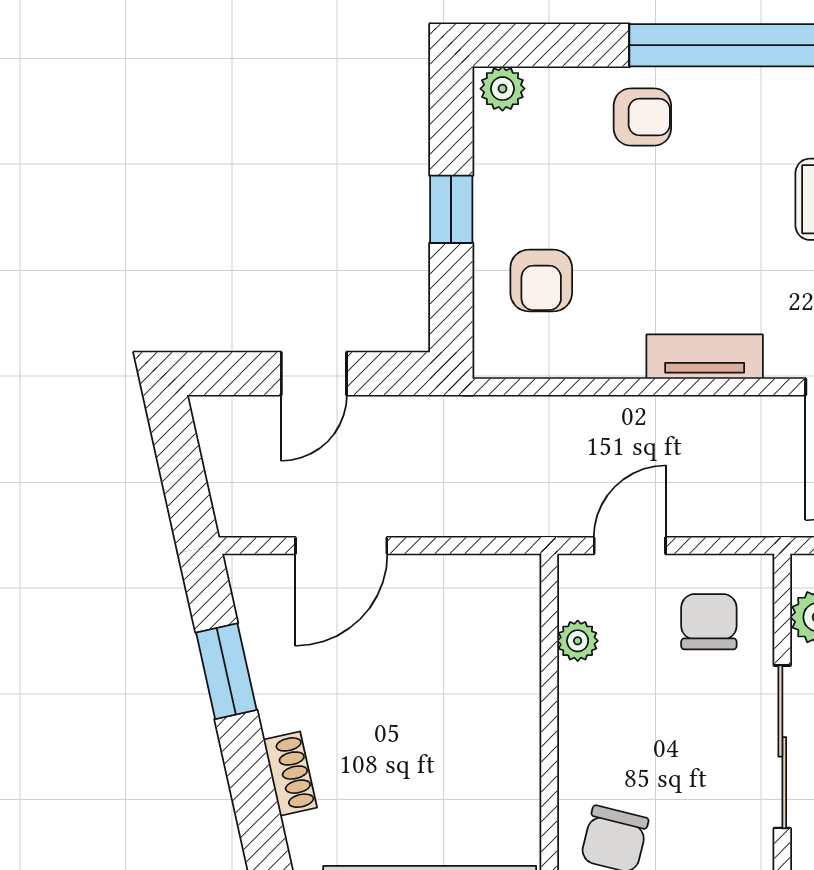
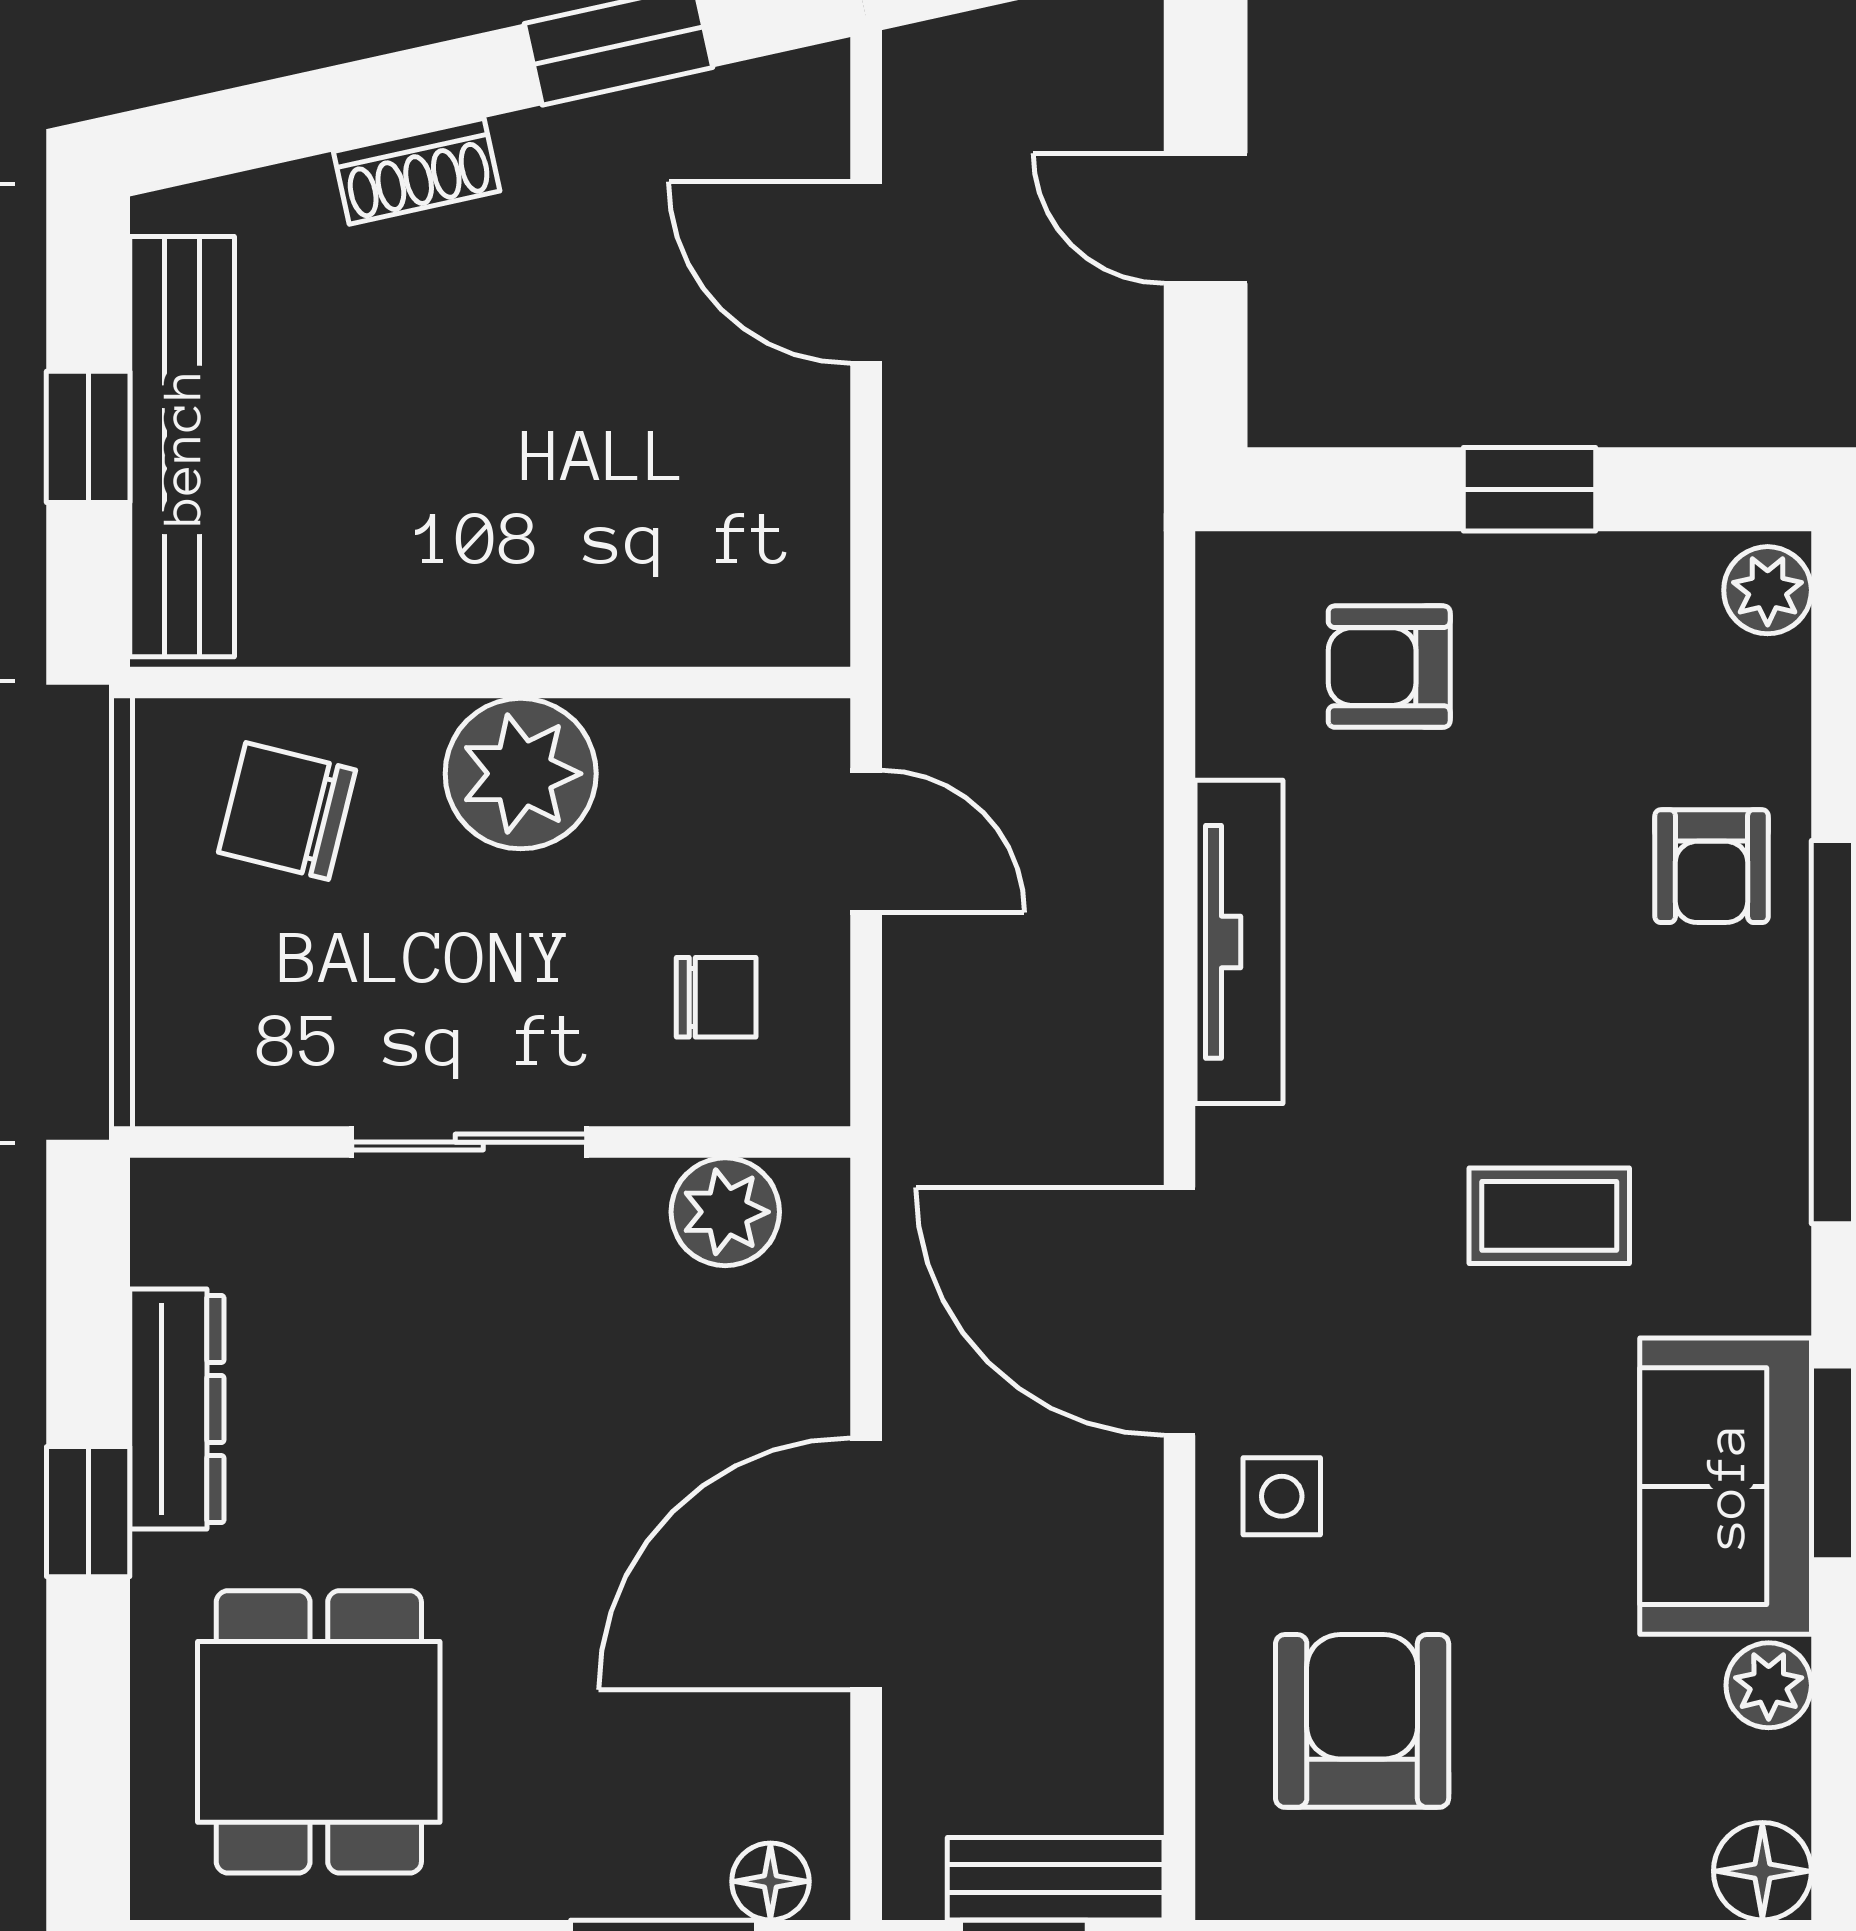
tv unit: (705, 357) -> (1239, 942), width x1.41
chair: (709, 622) -> (716, 997), width x0.73, depth x0.73
plant: (578, 641) -> (521, 774), moved, width x1.88, depth x1.88
sliding door: (782, 747) -> (469, 1142), width x0.73

